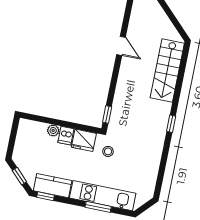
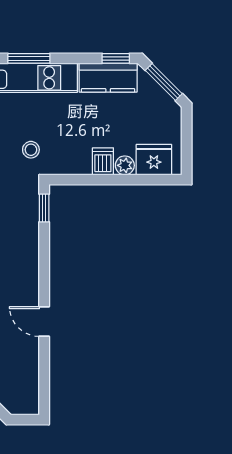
fridge: (84, 140) -> (154, 160), moved
window: (19, 176) -> (164, 82), width x1.50

